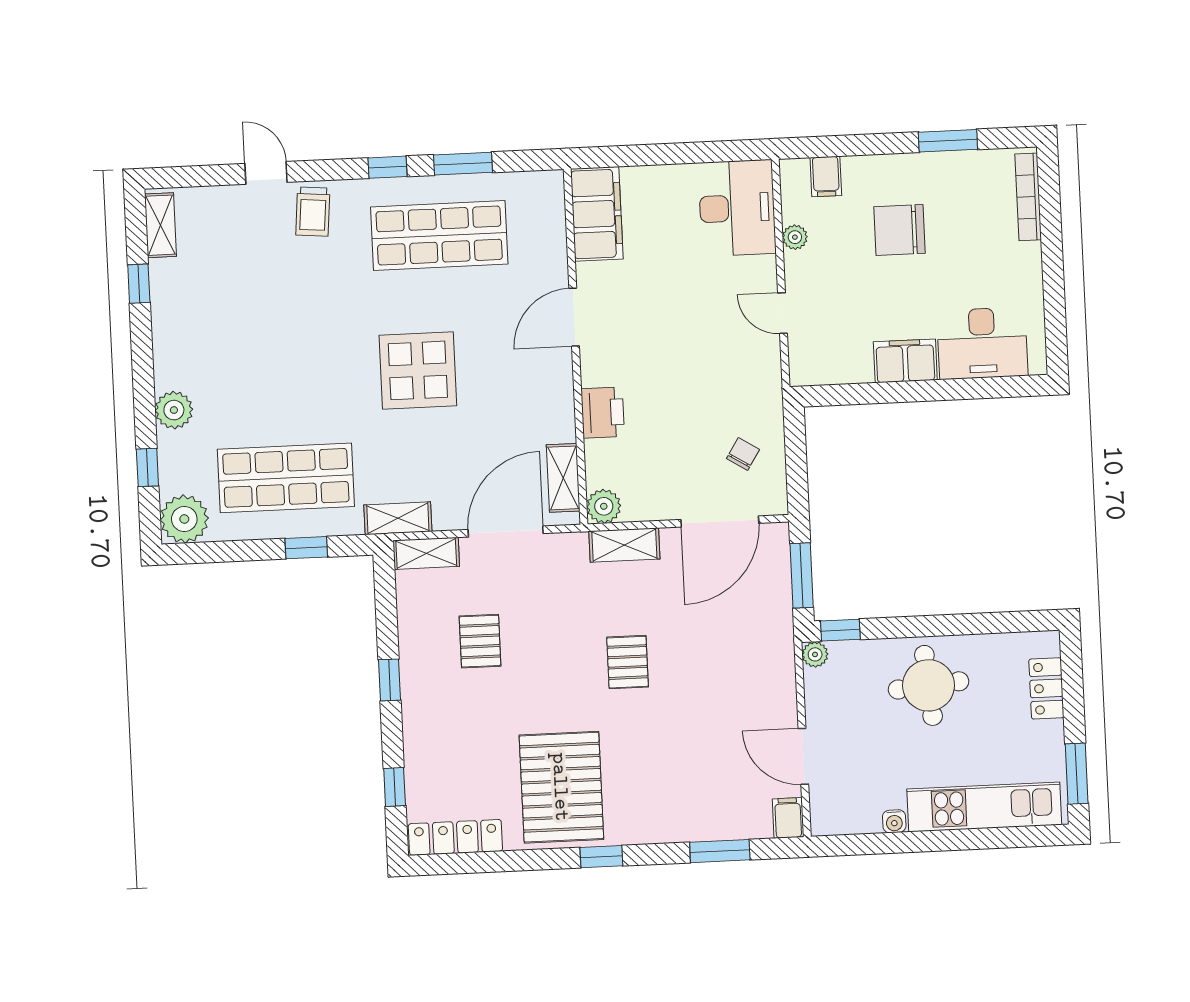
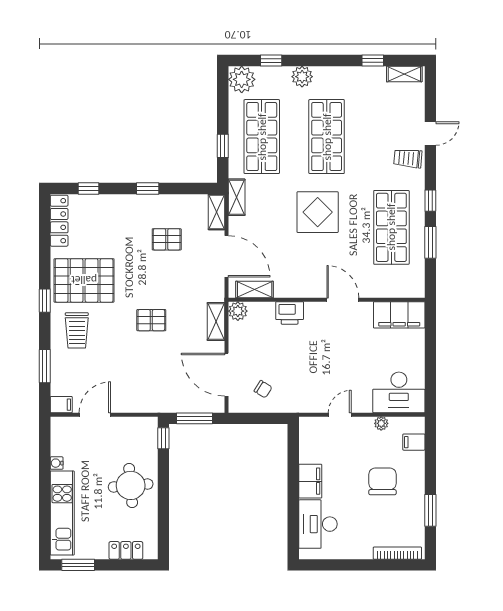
shop shelf: (280, 361) -> (327, 137), added
plant: (815, 654) -> (151, 424), removed
trolley: (652, 796) -> (77, 330), added

